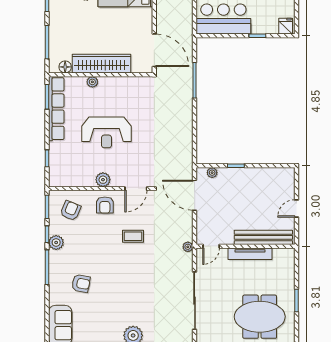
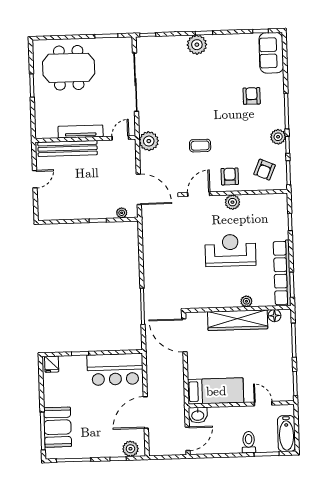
plant: (188, 247) -> (149, 141), width x1.88, depth x1.88
armchair: (81, 283) -> (252, 96), turned 79

